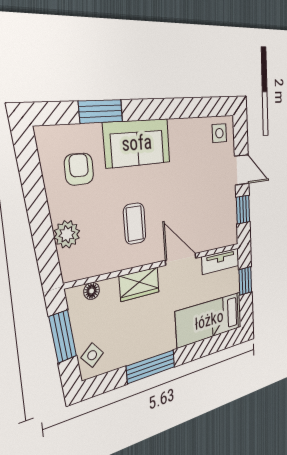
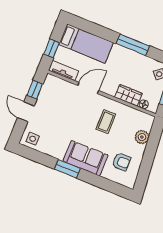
window: (101, 111) -> (67, 169), moved
armchair: (79, 169) -> (121, 162), turned -90
door: (181, 259) -> (88, 88), swing flipped
wardrobe: (139, 284) -> (128, 95), moved

